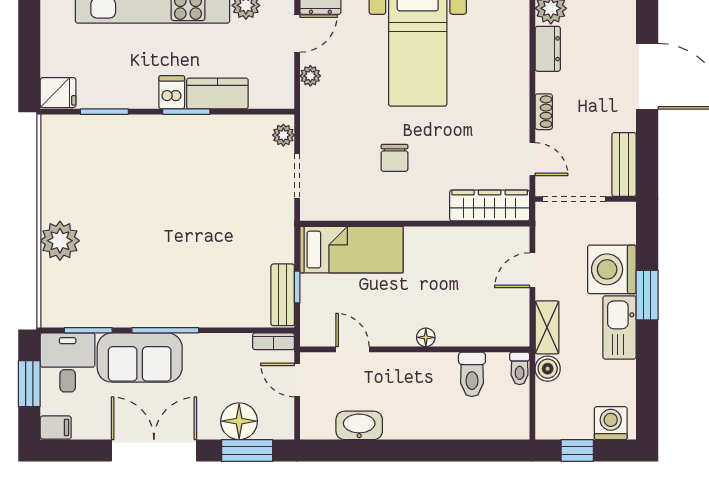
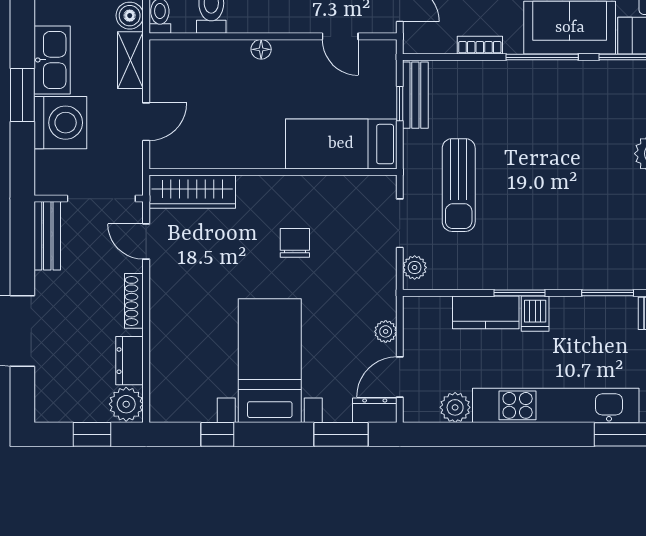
shoe rack: (544, 112) -> (134, 301), width x1.43
sun lounger: (243, 212) -> (459, 185), added
bookcase: (274, 341) -> (480, 45), moved

